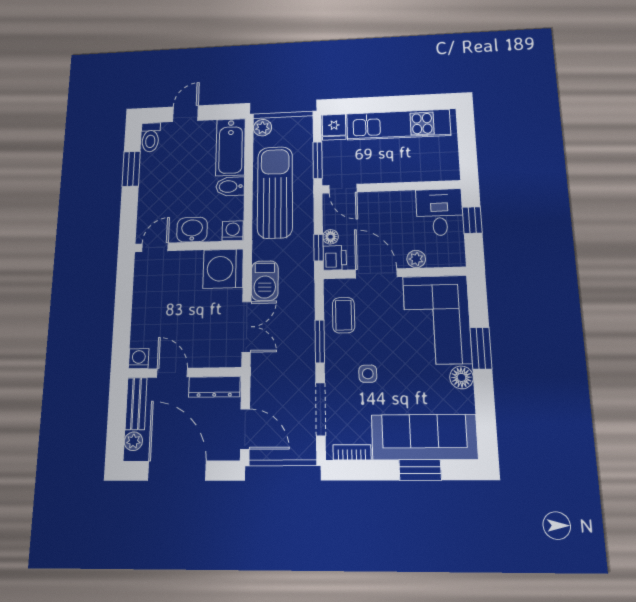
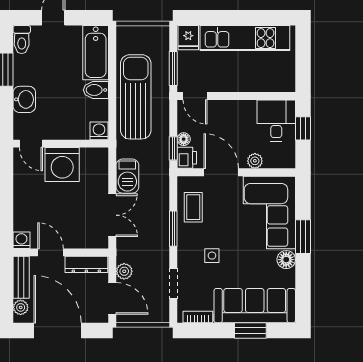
plant: (262, 128) -> (124, 271), moved
washbasin: (192, 230) -> (24, 99), moved, turned 90
door: (155, 247) -> (31, 144), swing flipped
washing machine: (223, 269) -> (62, 165), moved, turned -90
doorway: (320, 409) -> (173, 283), width x0.73

